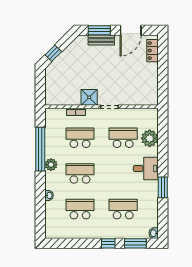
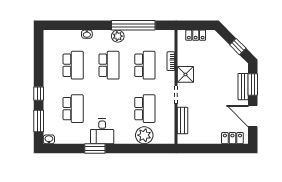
window: (53, 53) -> (238, 47), moved
locker: (50, 87) -> (196, 35), added
bench: (135, 100) -> (183, 121), added
desk: (146, 169) -> (102, 131), moved

